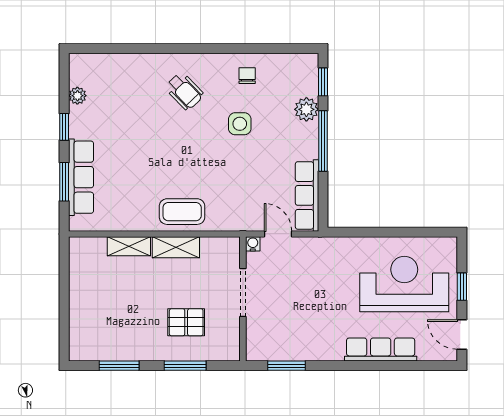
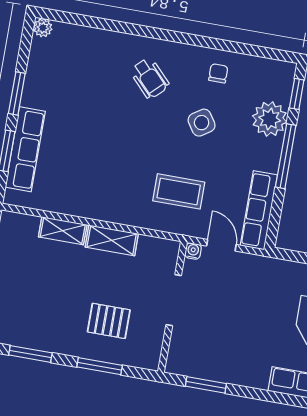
plant: (77, 96) -> (43, 28), moved
plant: (306, 109) -> (270, 119), width x1.36, depth x1.36
side table: (240, 124) -> (202, 123), turned -34
window: (64, 127) -> (17, 93), width x1.50
coffee table: (182, 212) -> (179, 191), moved

